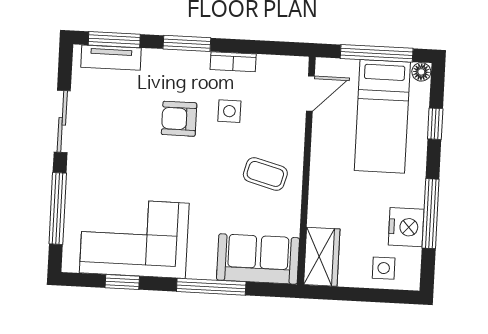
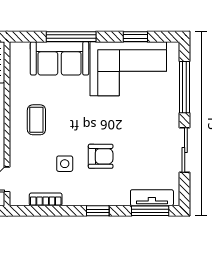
window: (187, 43) -> (98, 211), width x0.67
bookcase: (233, 62) -> (46, 199), moved
coffee table: (265, 174) -> (36, 120), turned 75
sofa: (258, 259) -> (60, 58), moved

